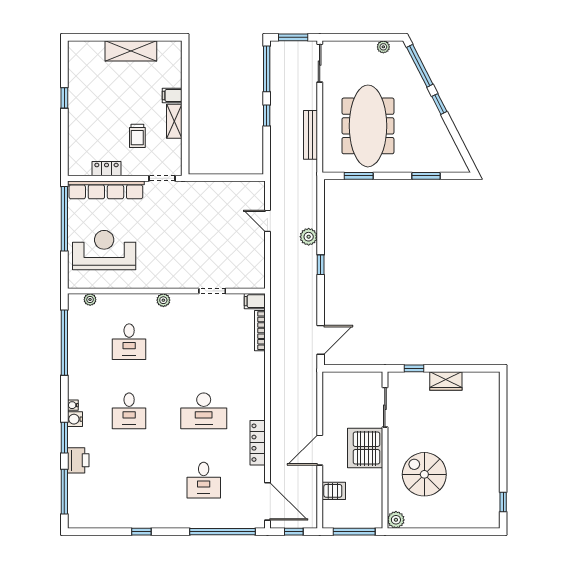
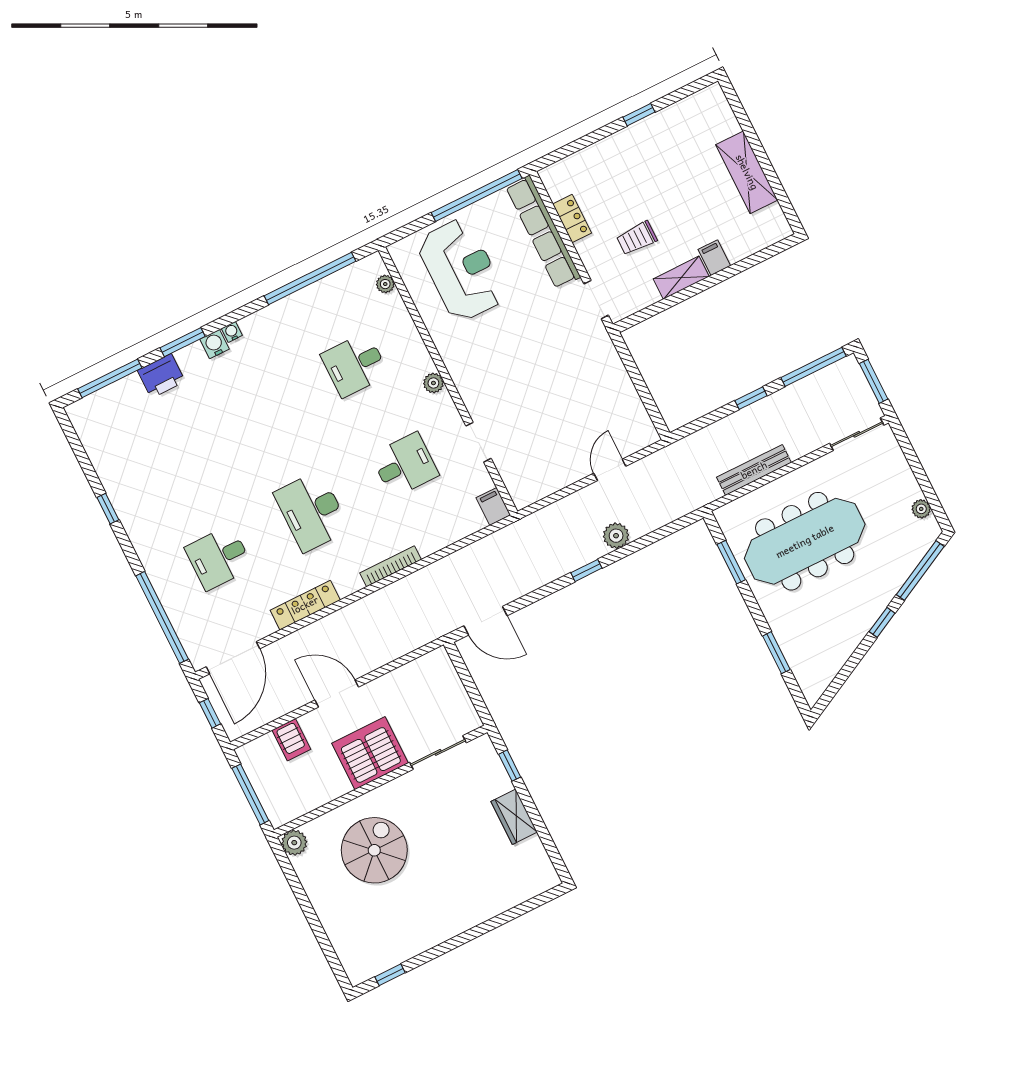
bookcase: (260, 331) -> (391, 566), moved
desk: (129, 411) -> (405, 465), moved, turned 180

